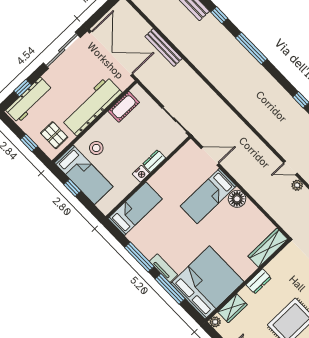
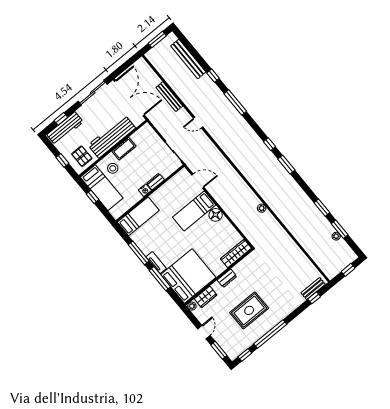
cot: (124, 107) -> (124, 149), moved
door: (290, 168) -> (198, 123), moved

